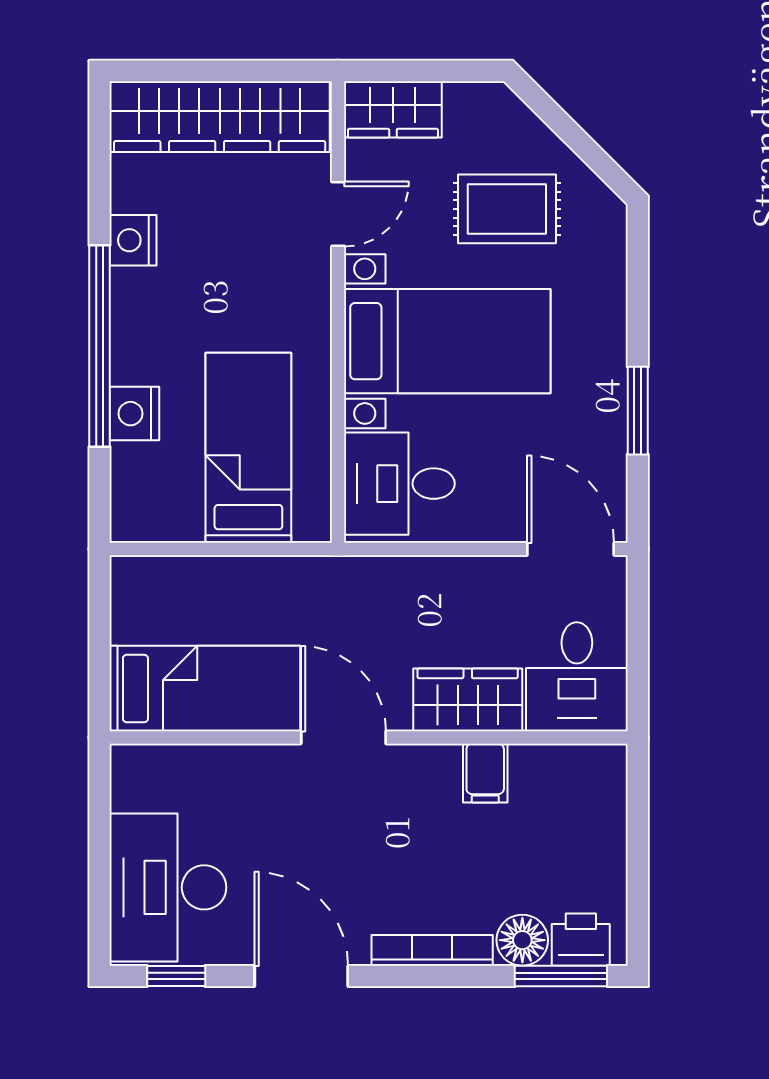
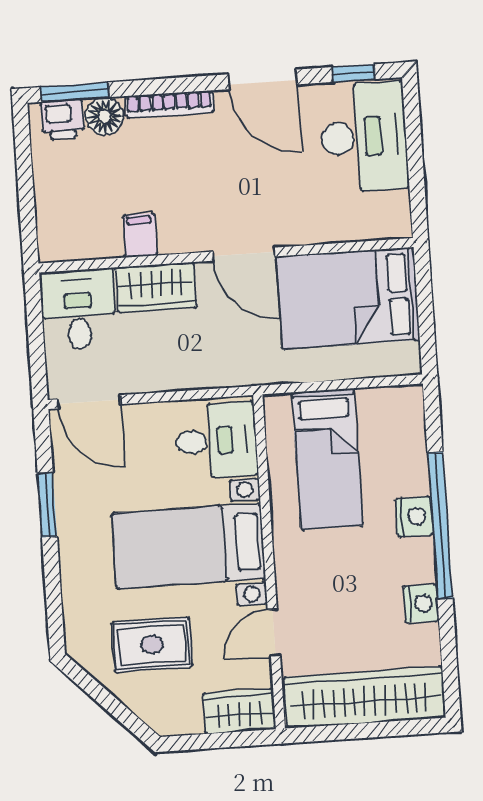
nightstand: (134, 414) -> (414, 516), moved
bed: (205, 689) -> (348, 298), width x1.50

